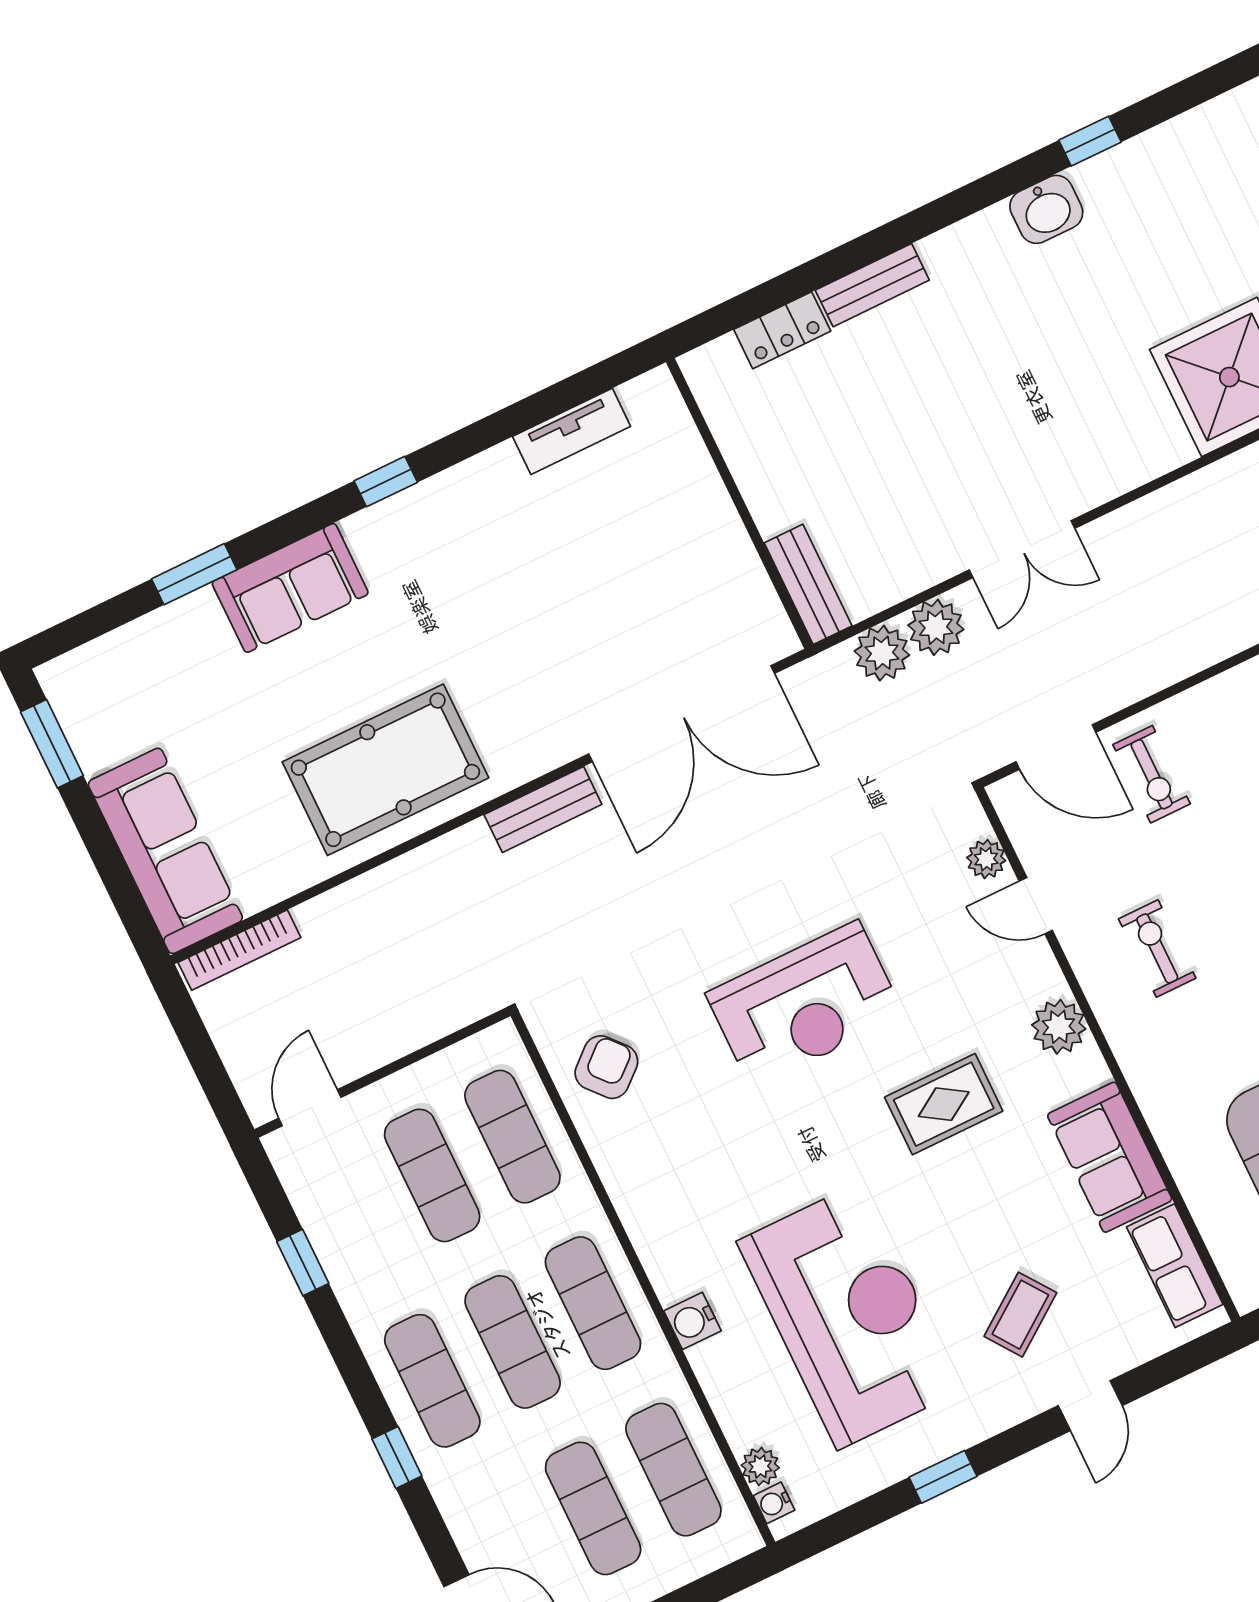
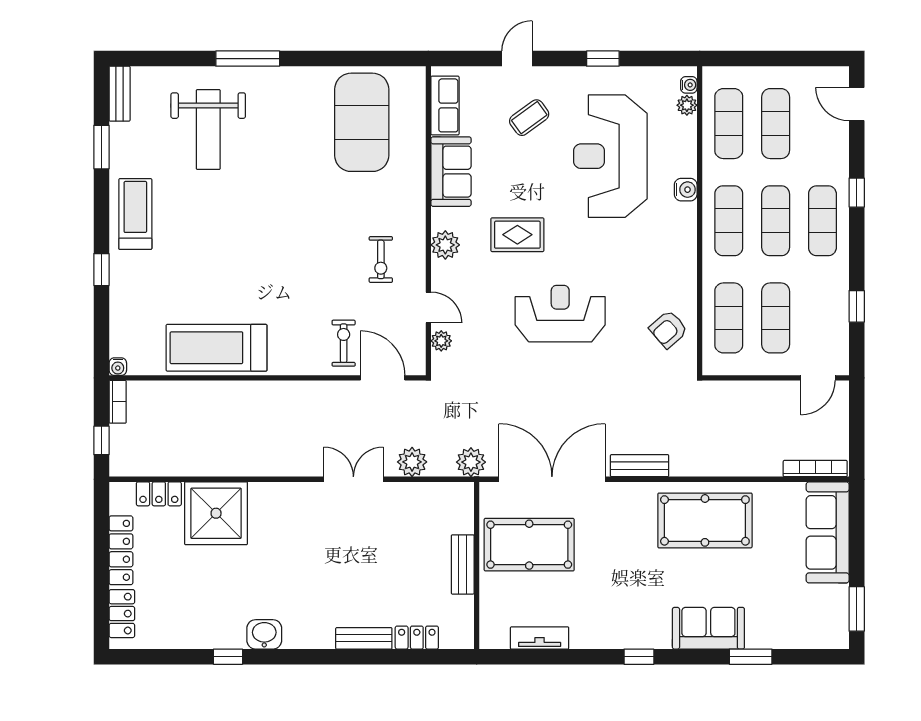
pool table: (667, 583) -> (529, 545), added
bench: (808, 584) -> (463, 564), moved
plant: (882, 653) -> (471, 462), moved

